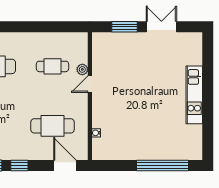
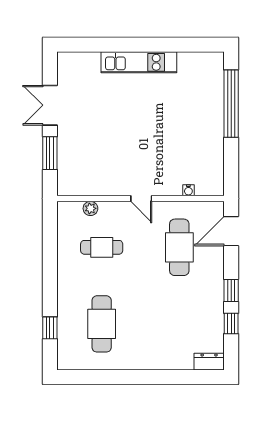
cafe table: (53, 66) -> (102, 247), turned 90
plant: (82, 69) -> (90, 208), moved
door: (90, 84) -> (141, 199), moved

